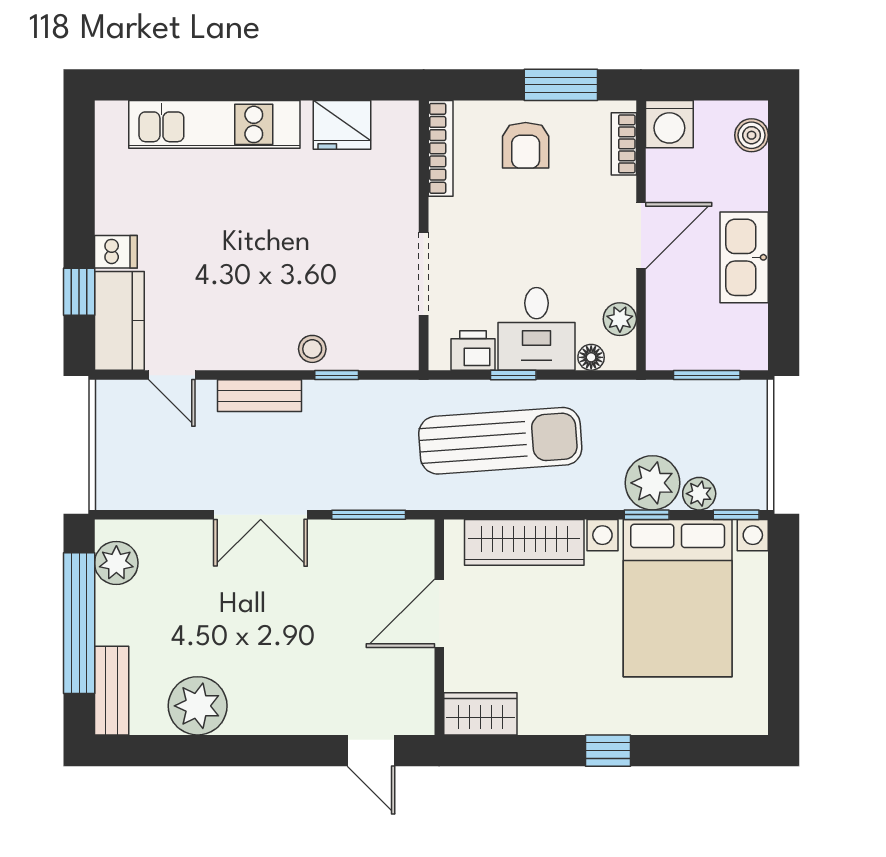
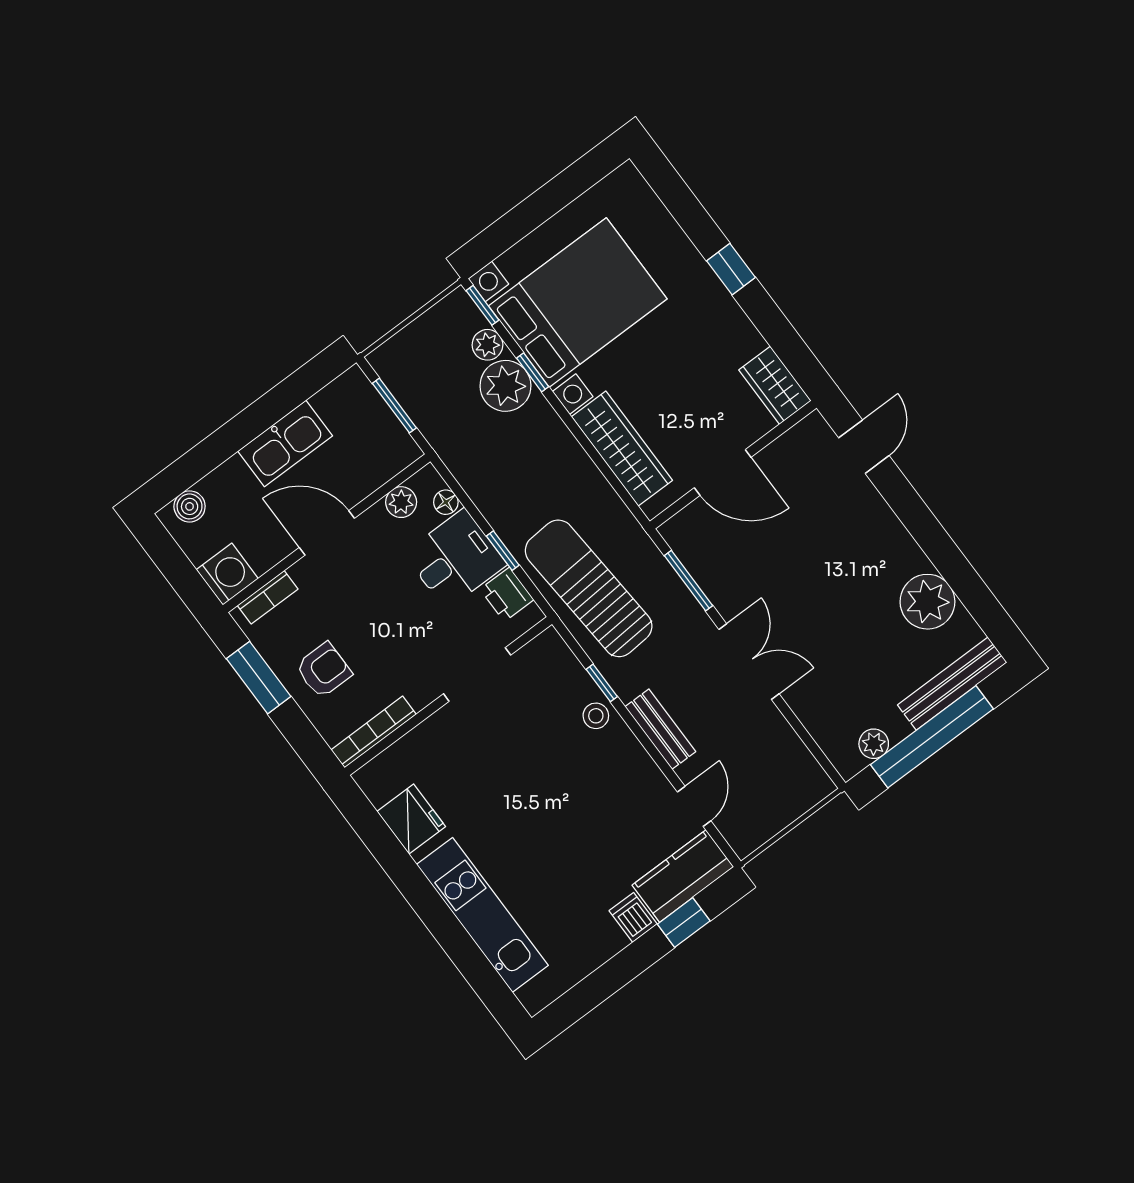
sun lounger: (500, 441) -> (589, 588), moved
plant: (116, 563) -> (874, 744), width x0.73, depth x0.73
bench: (112, 691) -> (952, 684), width x1.36

